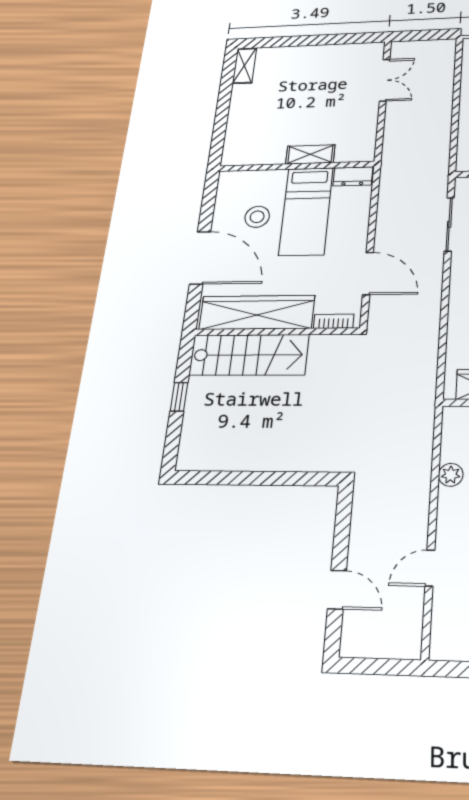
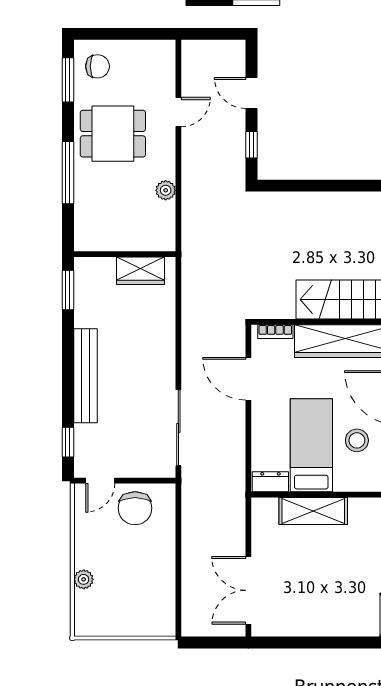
double door: (385, 80) -> (248, 590), width x1.37
shelving: (310, 154) -> (313, 511), width x1.50, depth x1.33
sliding door: (449, 224) -> (178, 428), width x1.37
window: (342, 527) -> (251, 145), added

